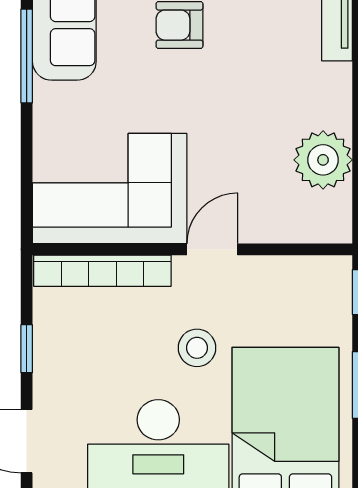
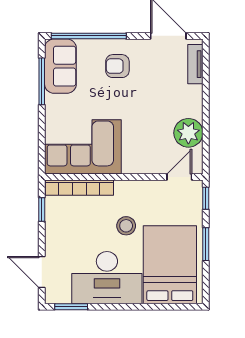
door: (212, 249) -> (179, 177), moved
window: (27, 349) -> (42, 210), moved

